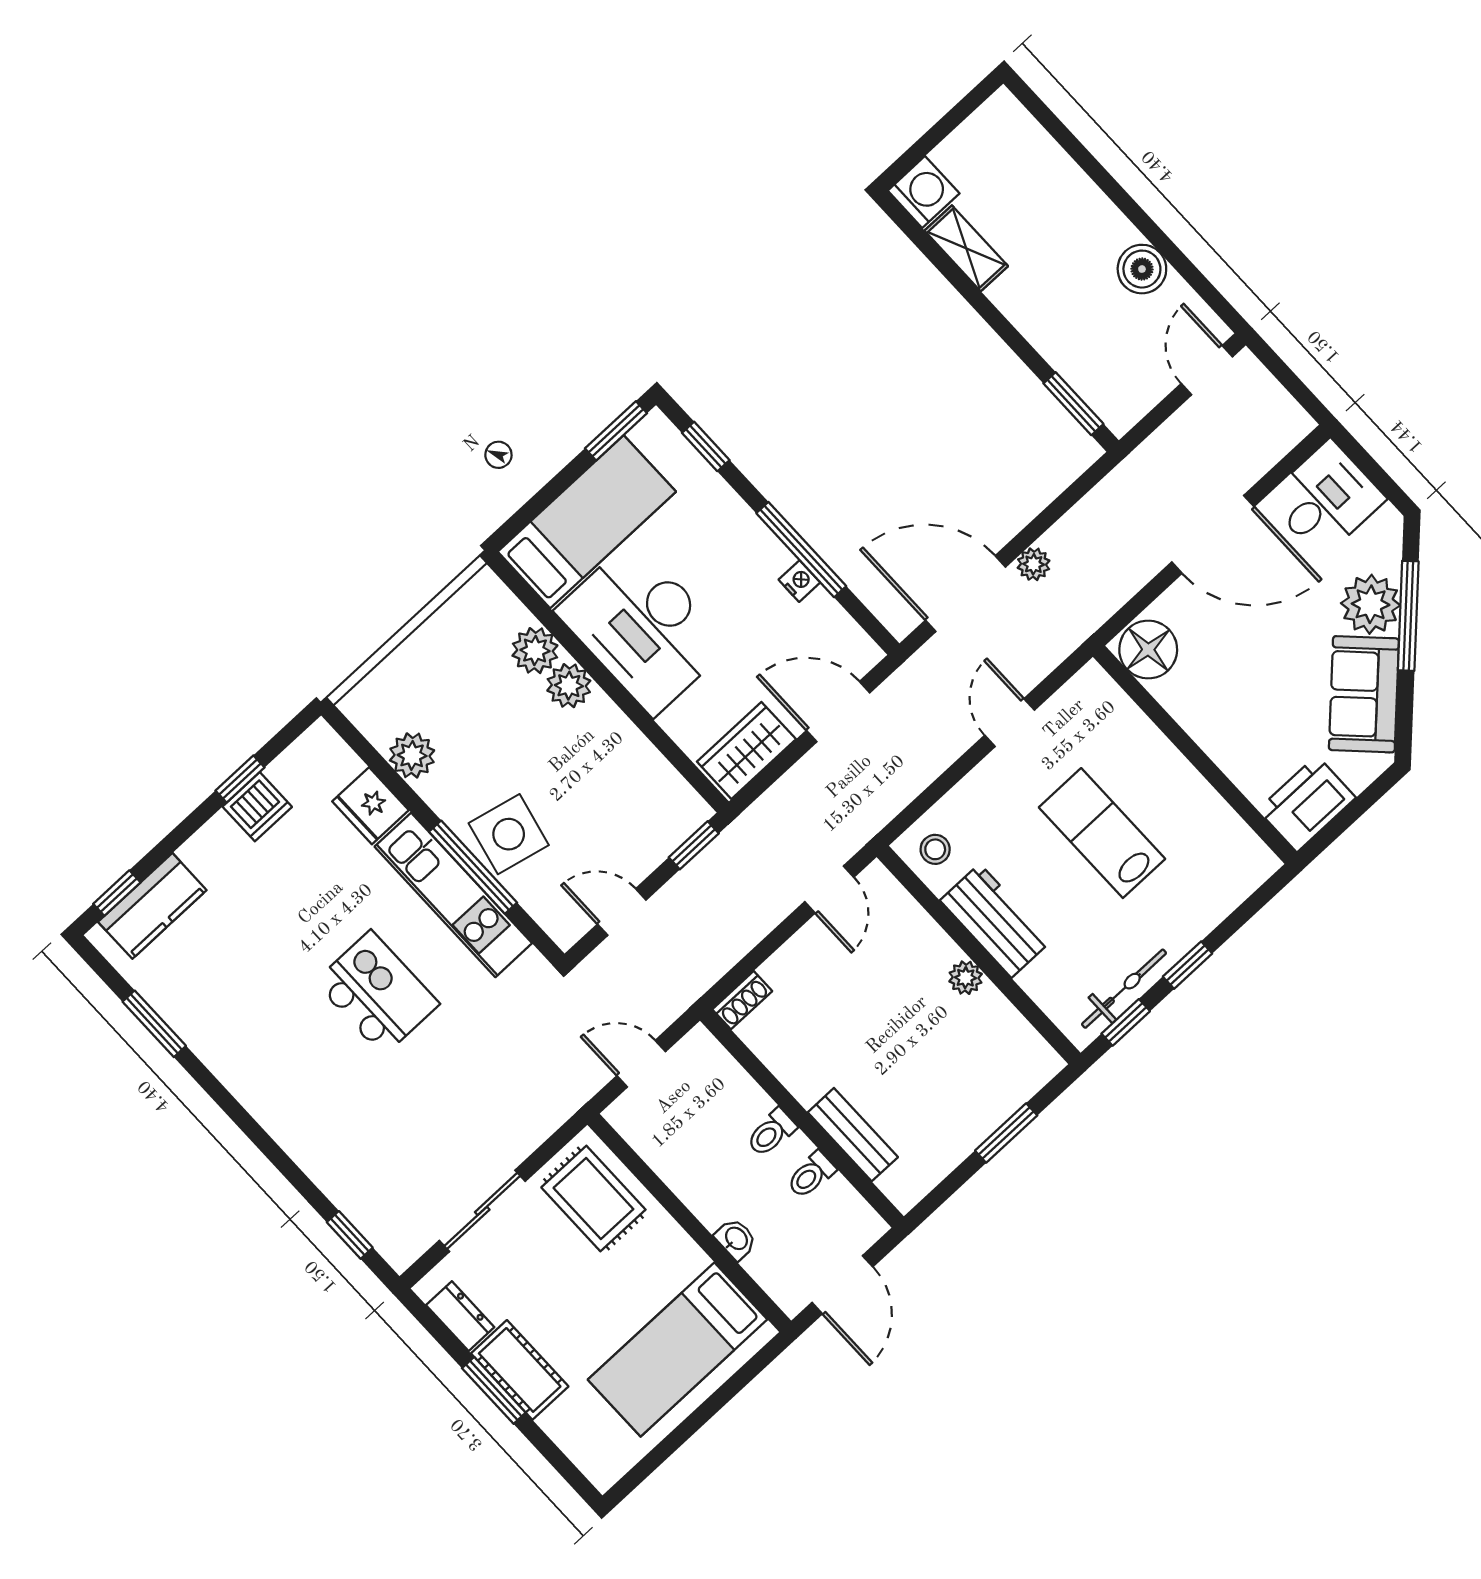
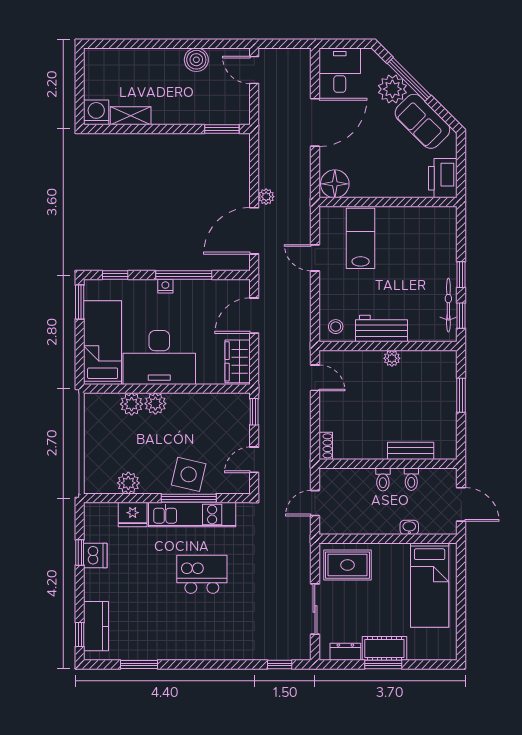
nightstand: (799, 581) -> (165, 286), moved
lab bench: (1102, 833) -> (361, 238), moved, turned 90

